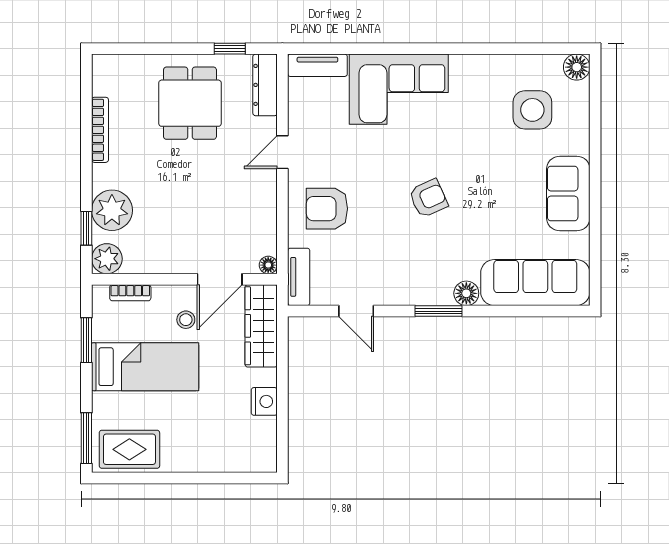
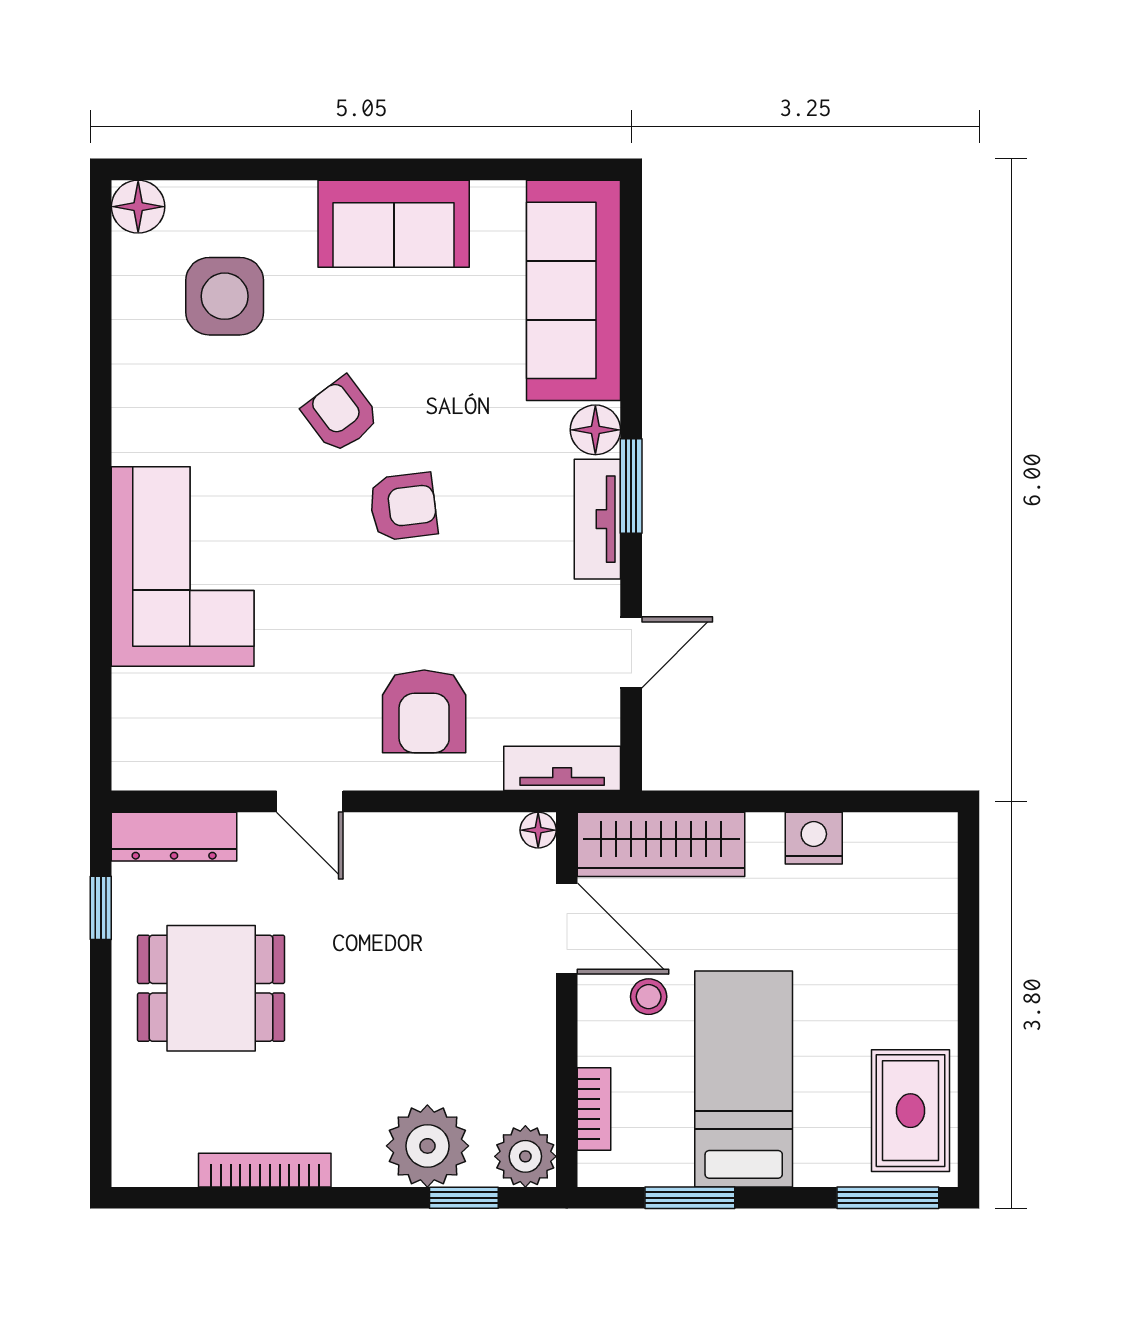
tv unit: (317, 65) -> (597, 519), moved, turned 180
armchair: (474, 167) -> (341, 415), added
armchair: (428, 198) -> (403, 507), turned 107

